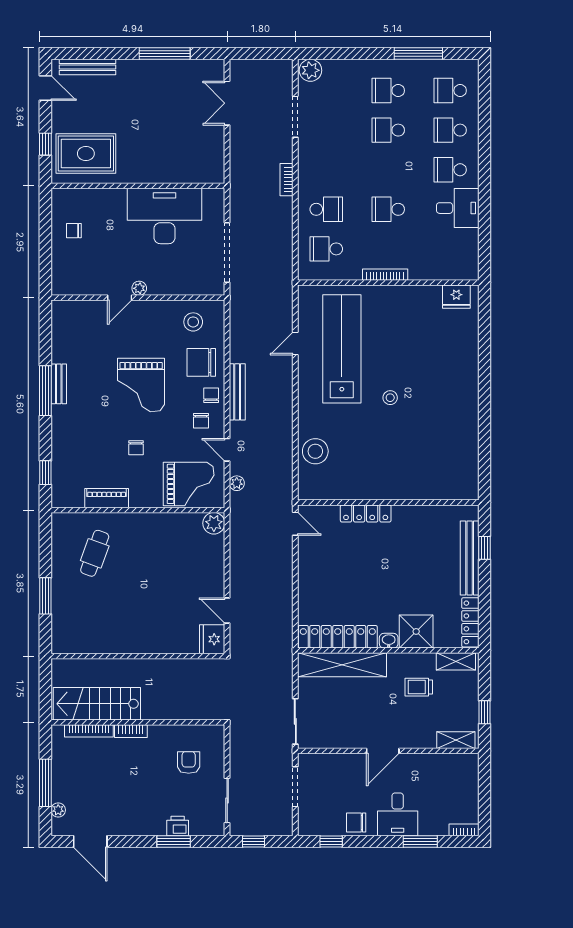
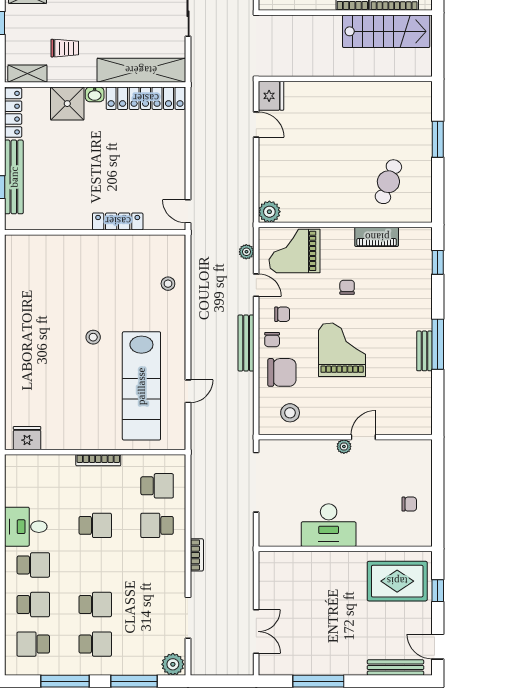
window: (349, 53) -> (134, 681), added
school desk: (450, 91) -> (33, 644), turned 180
desk: (165, 216) -> (329, 525), width x0.73, depth x0.77
chair: (201, 421) -> (282, 314), turned 90
stool: (315, 451) -> (168, 284), width x0.53, depth x0.53

